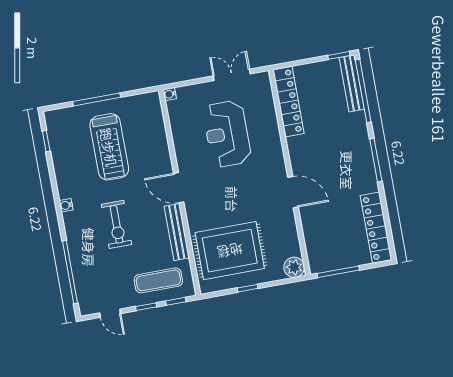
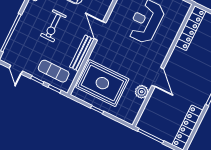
plant: (294, 267) -> (142, 92), moved

